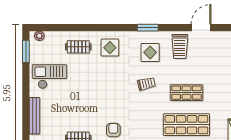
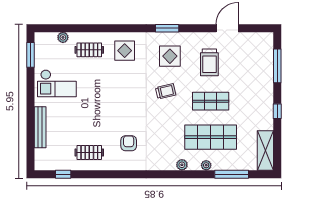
plant: (39, 36) -> (63, 37), moved
trolley: (180, 47) -> (209, 62), moved
checkout: (49, 77) -> (57, 83), turned 180

